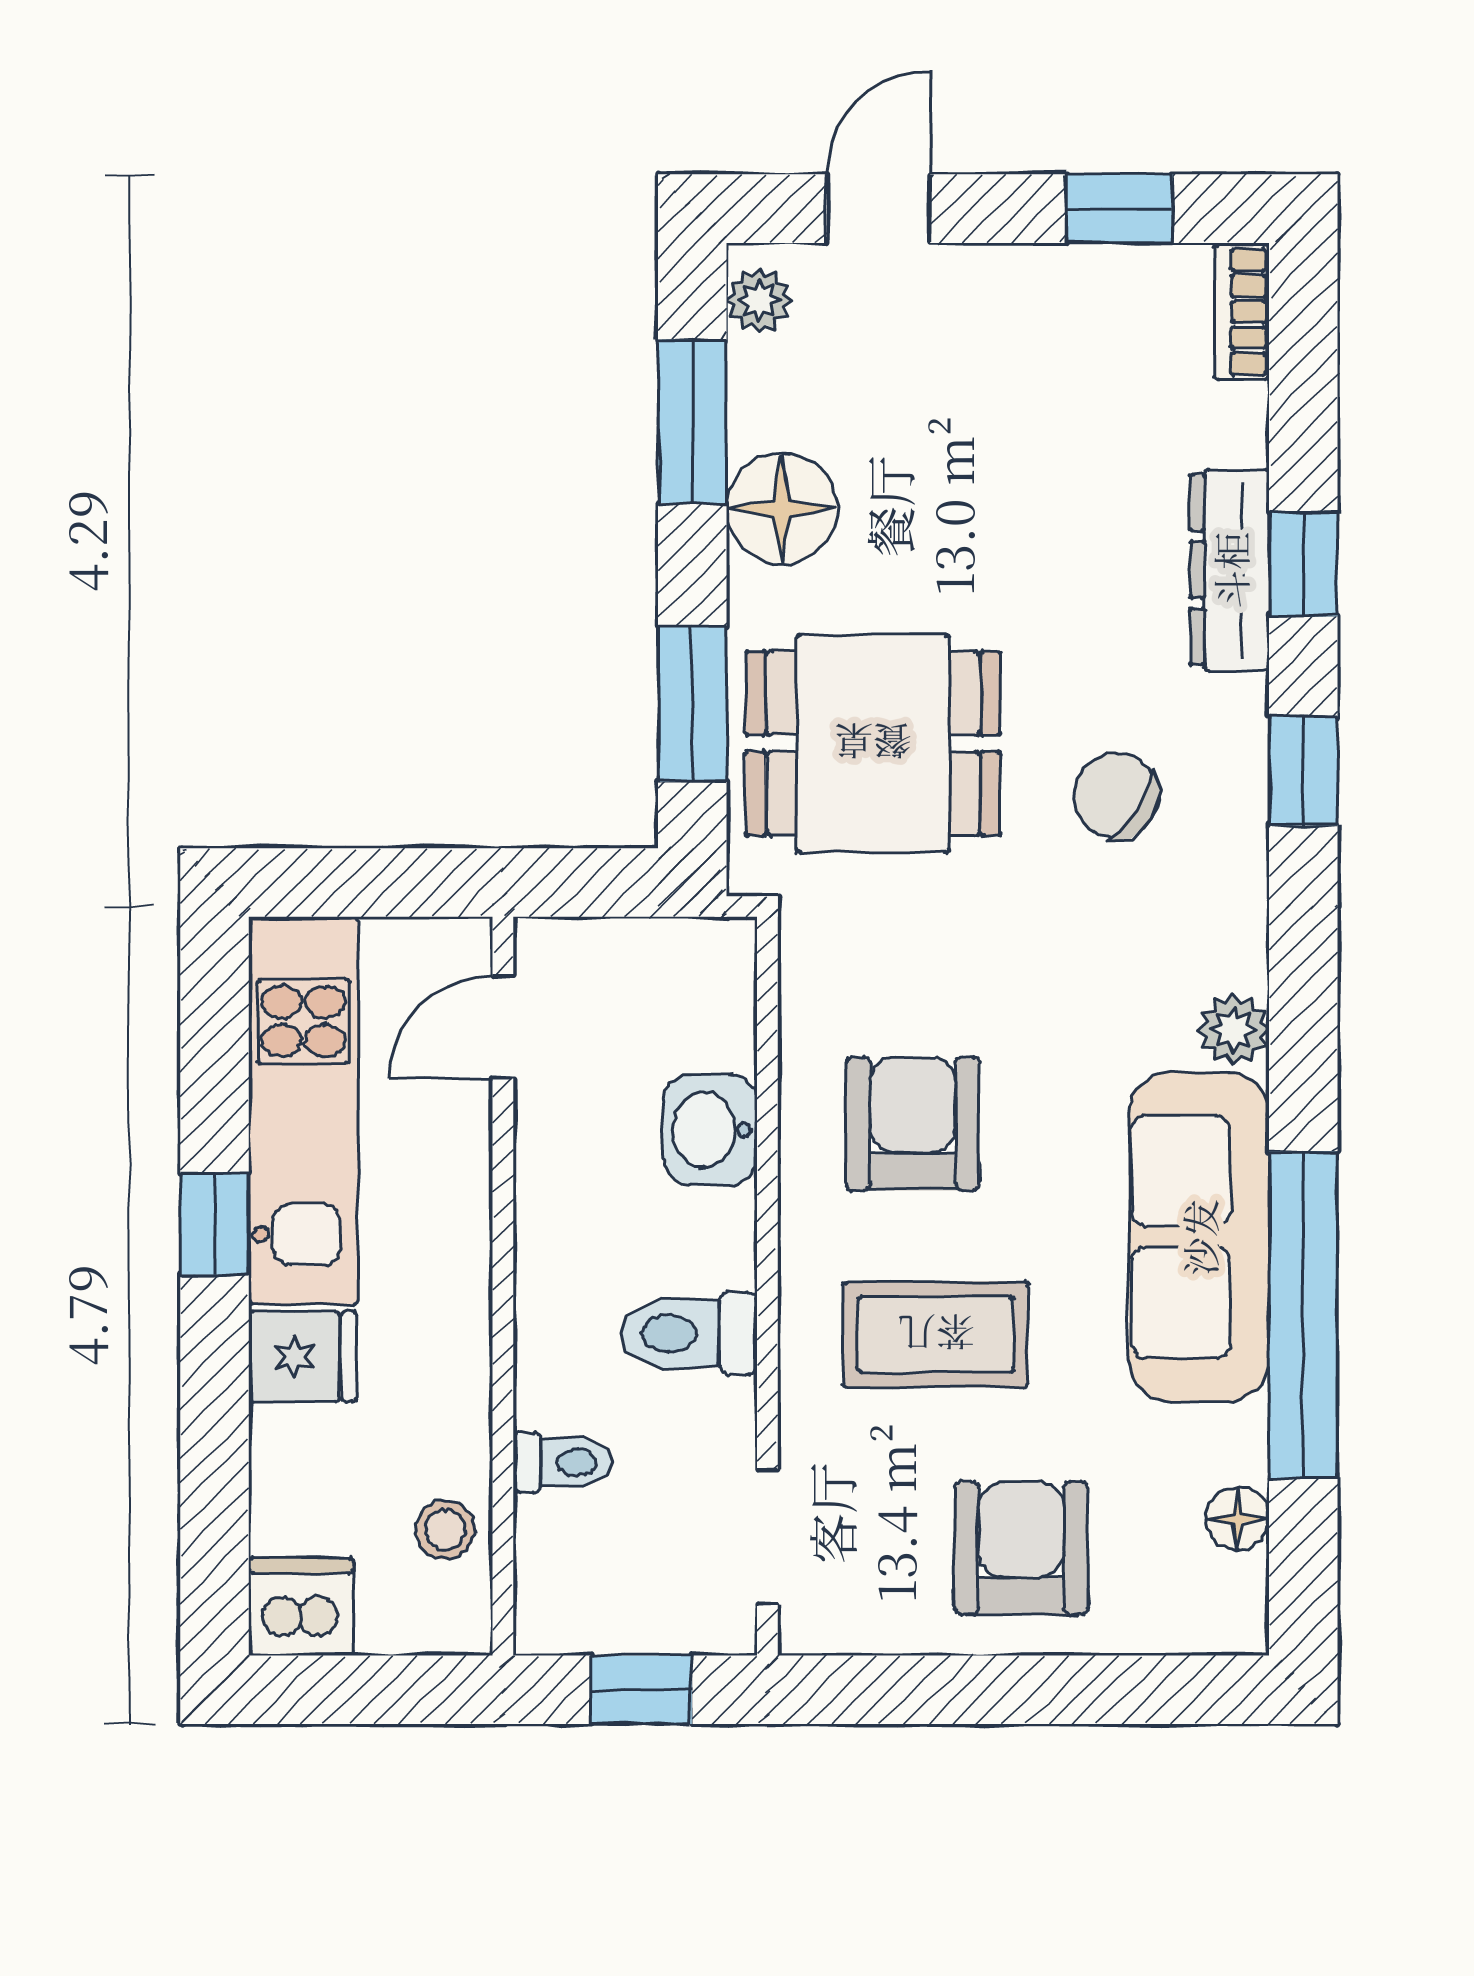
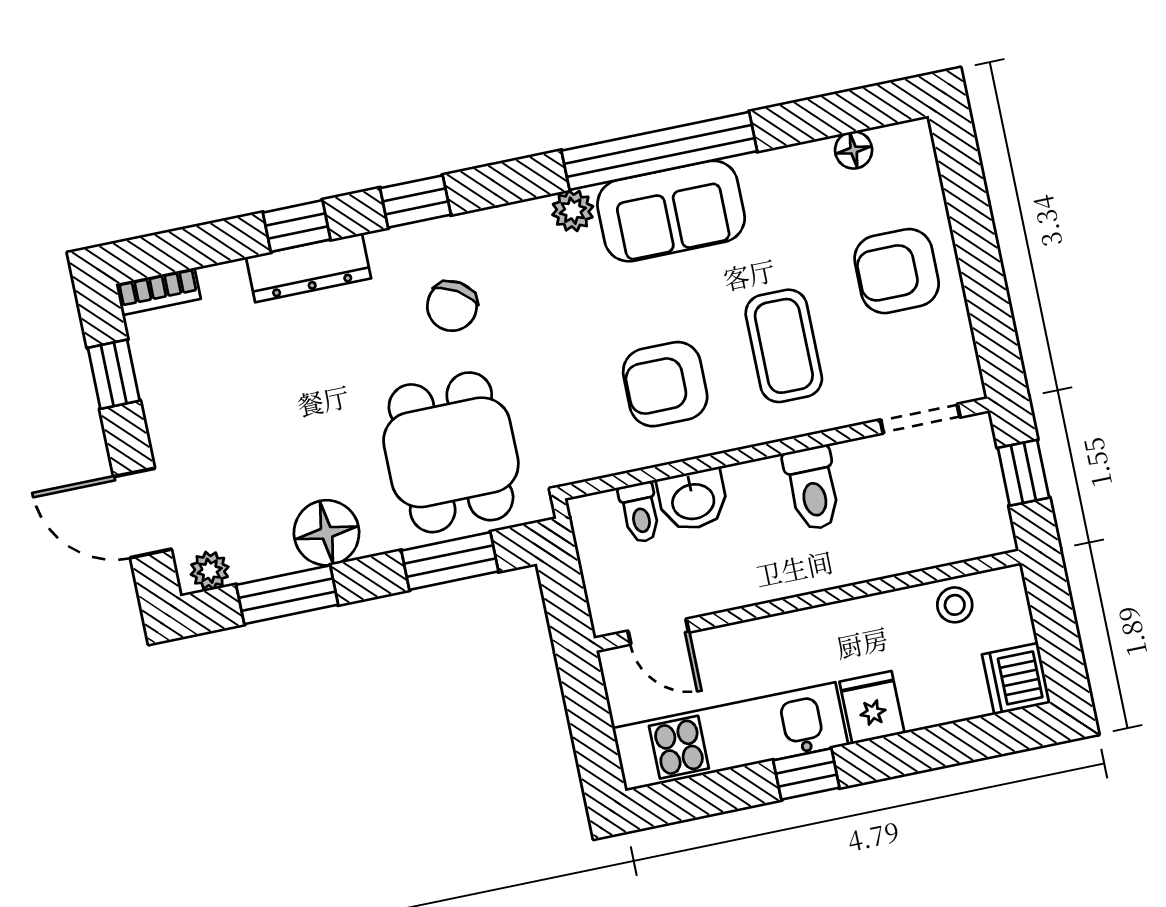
door: (878, 209) -> (142, 513), width x1.38
sofa: (1199, 1237) -> (671, 211), width x0.73
window: (1303, 1315) -> (659, 151), moved
toilet: (563, 1462) -> (640, 512), moved, turned 180

